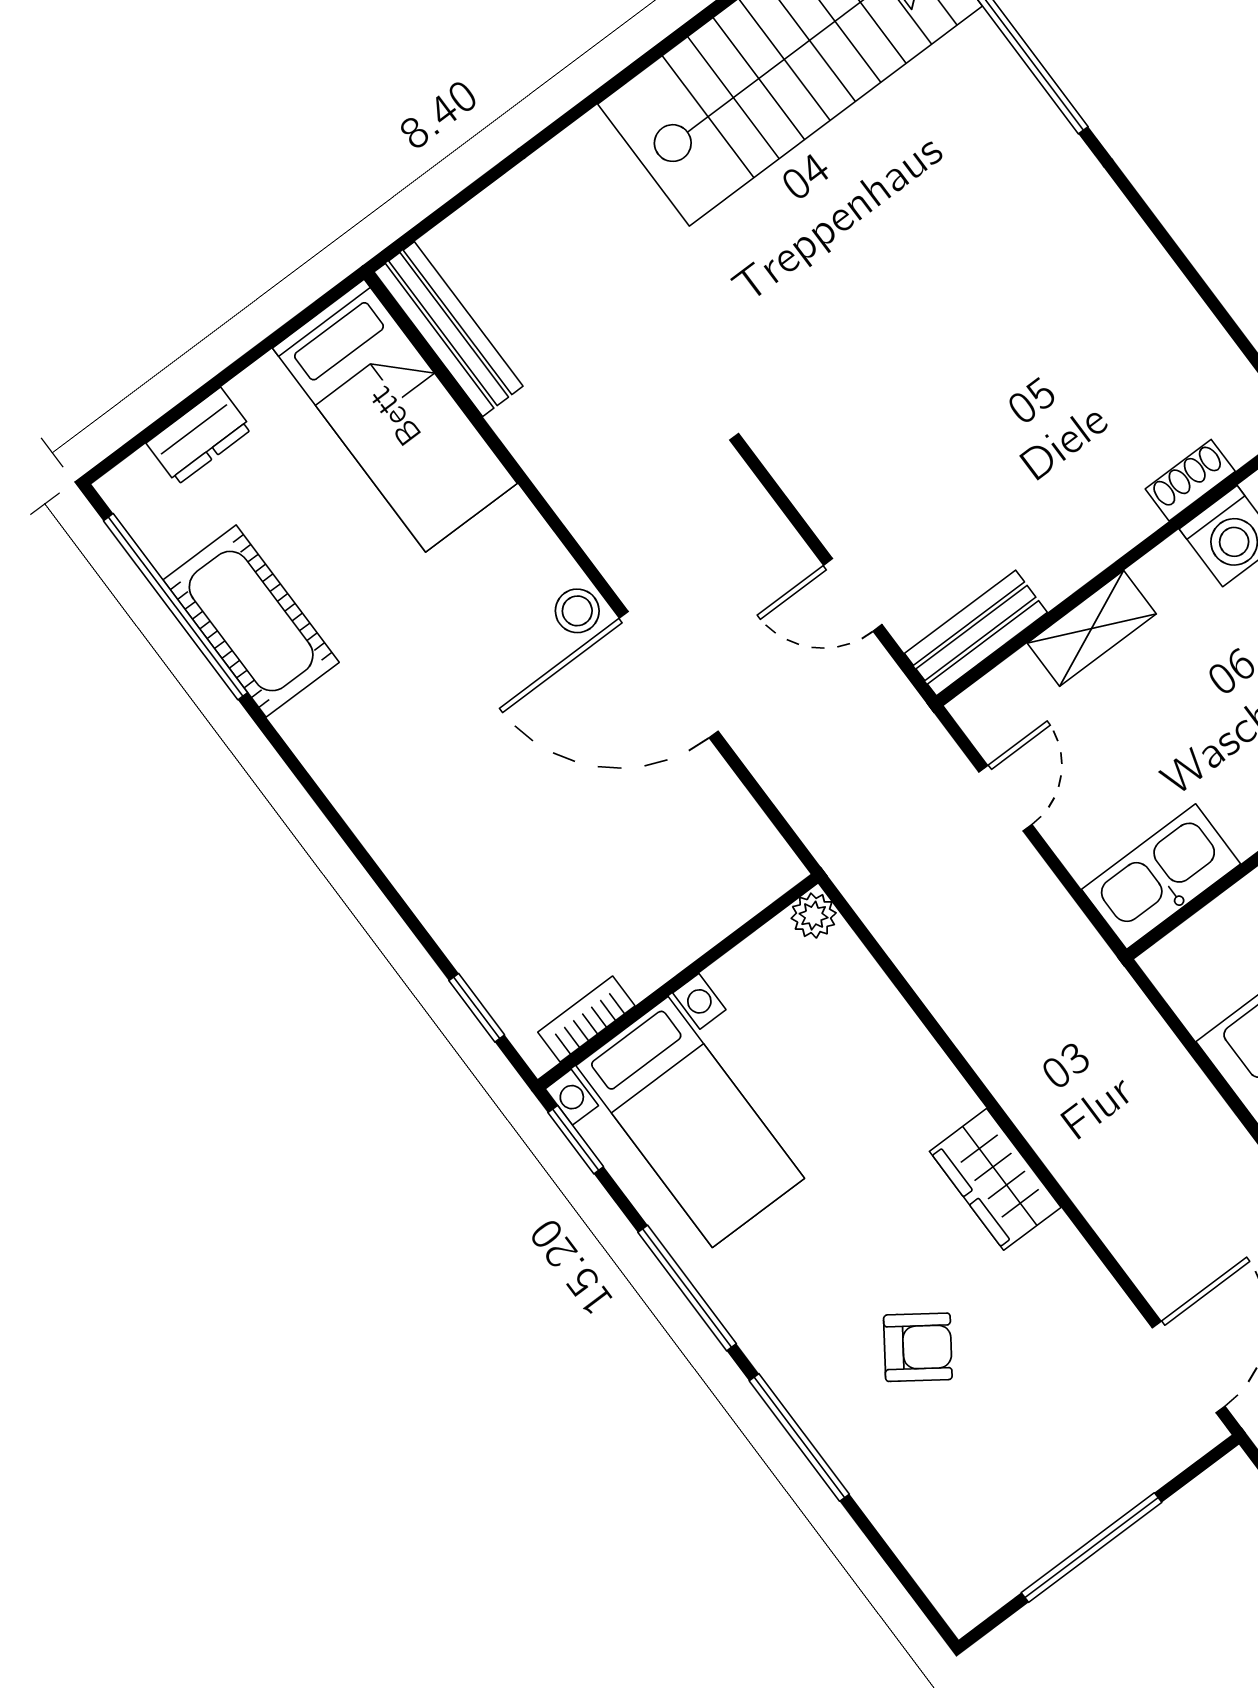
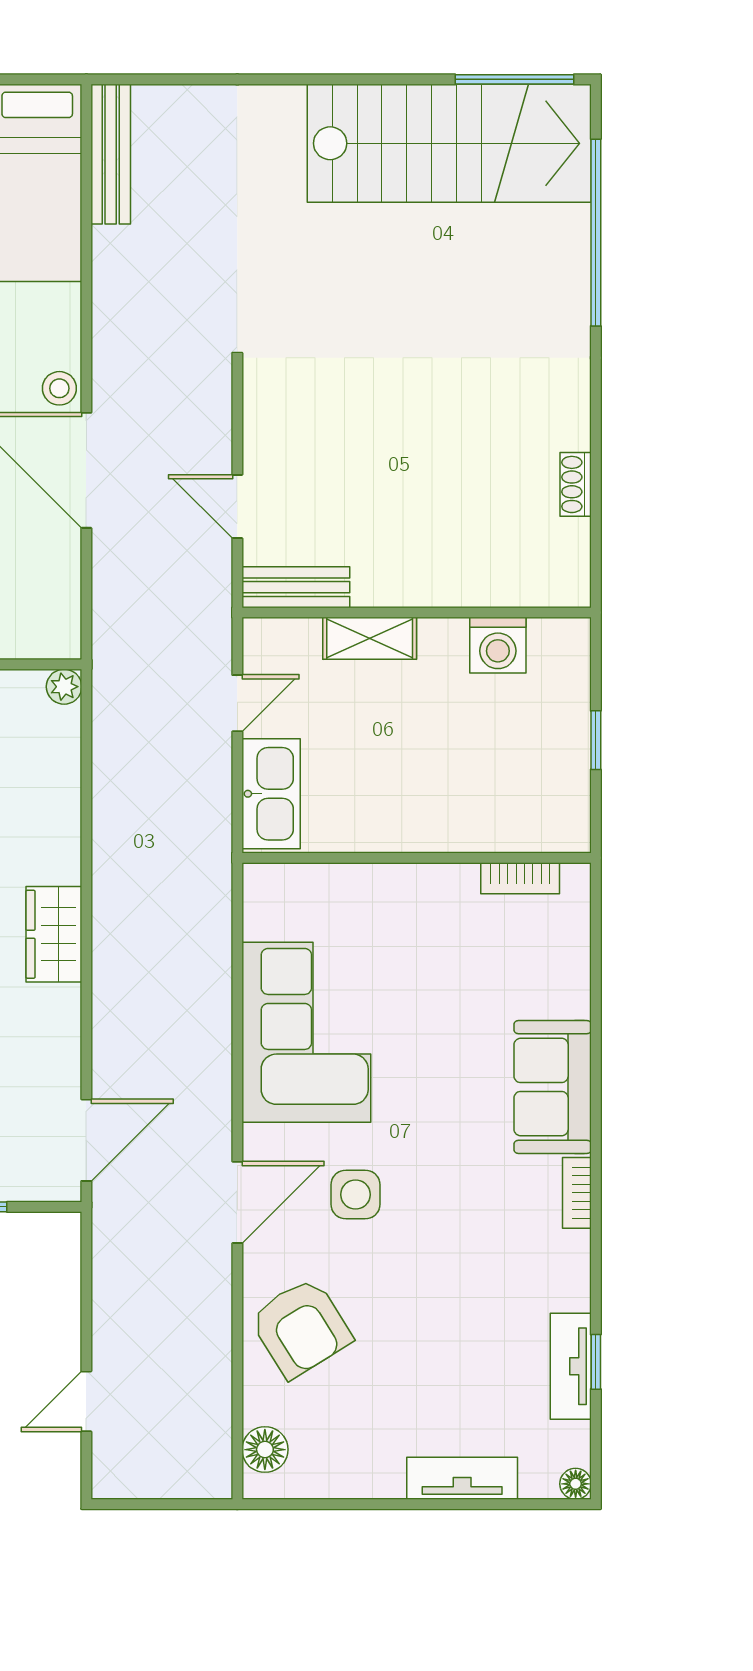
shoe rack: (1190, 480) -> (576, 484), moved, turned -90
kitchen sink: (1161, 877) -> (271, 794), moved, turned 90

